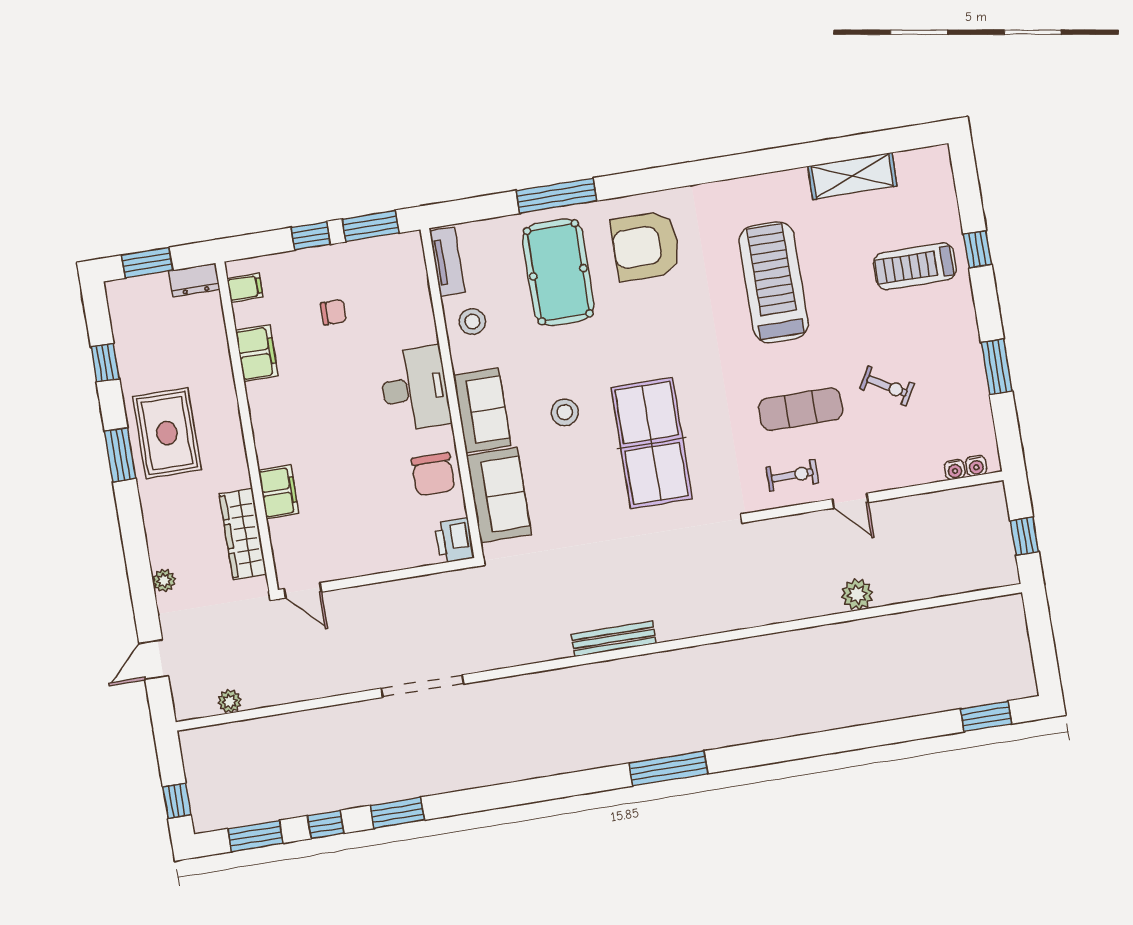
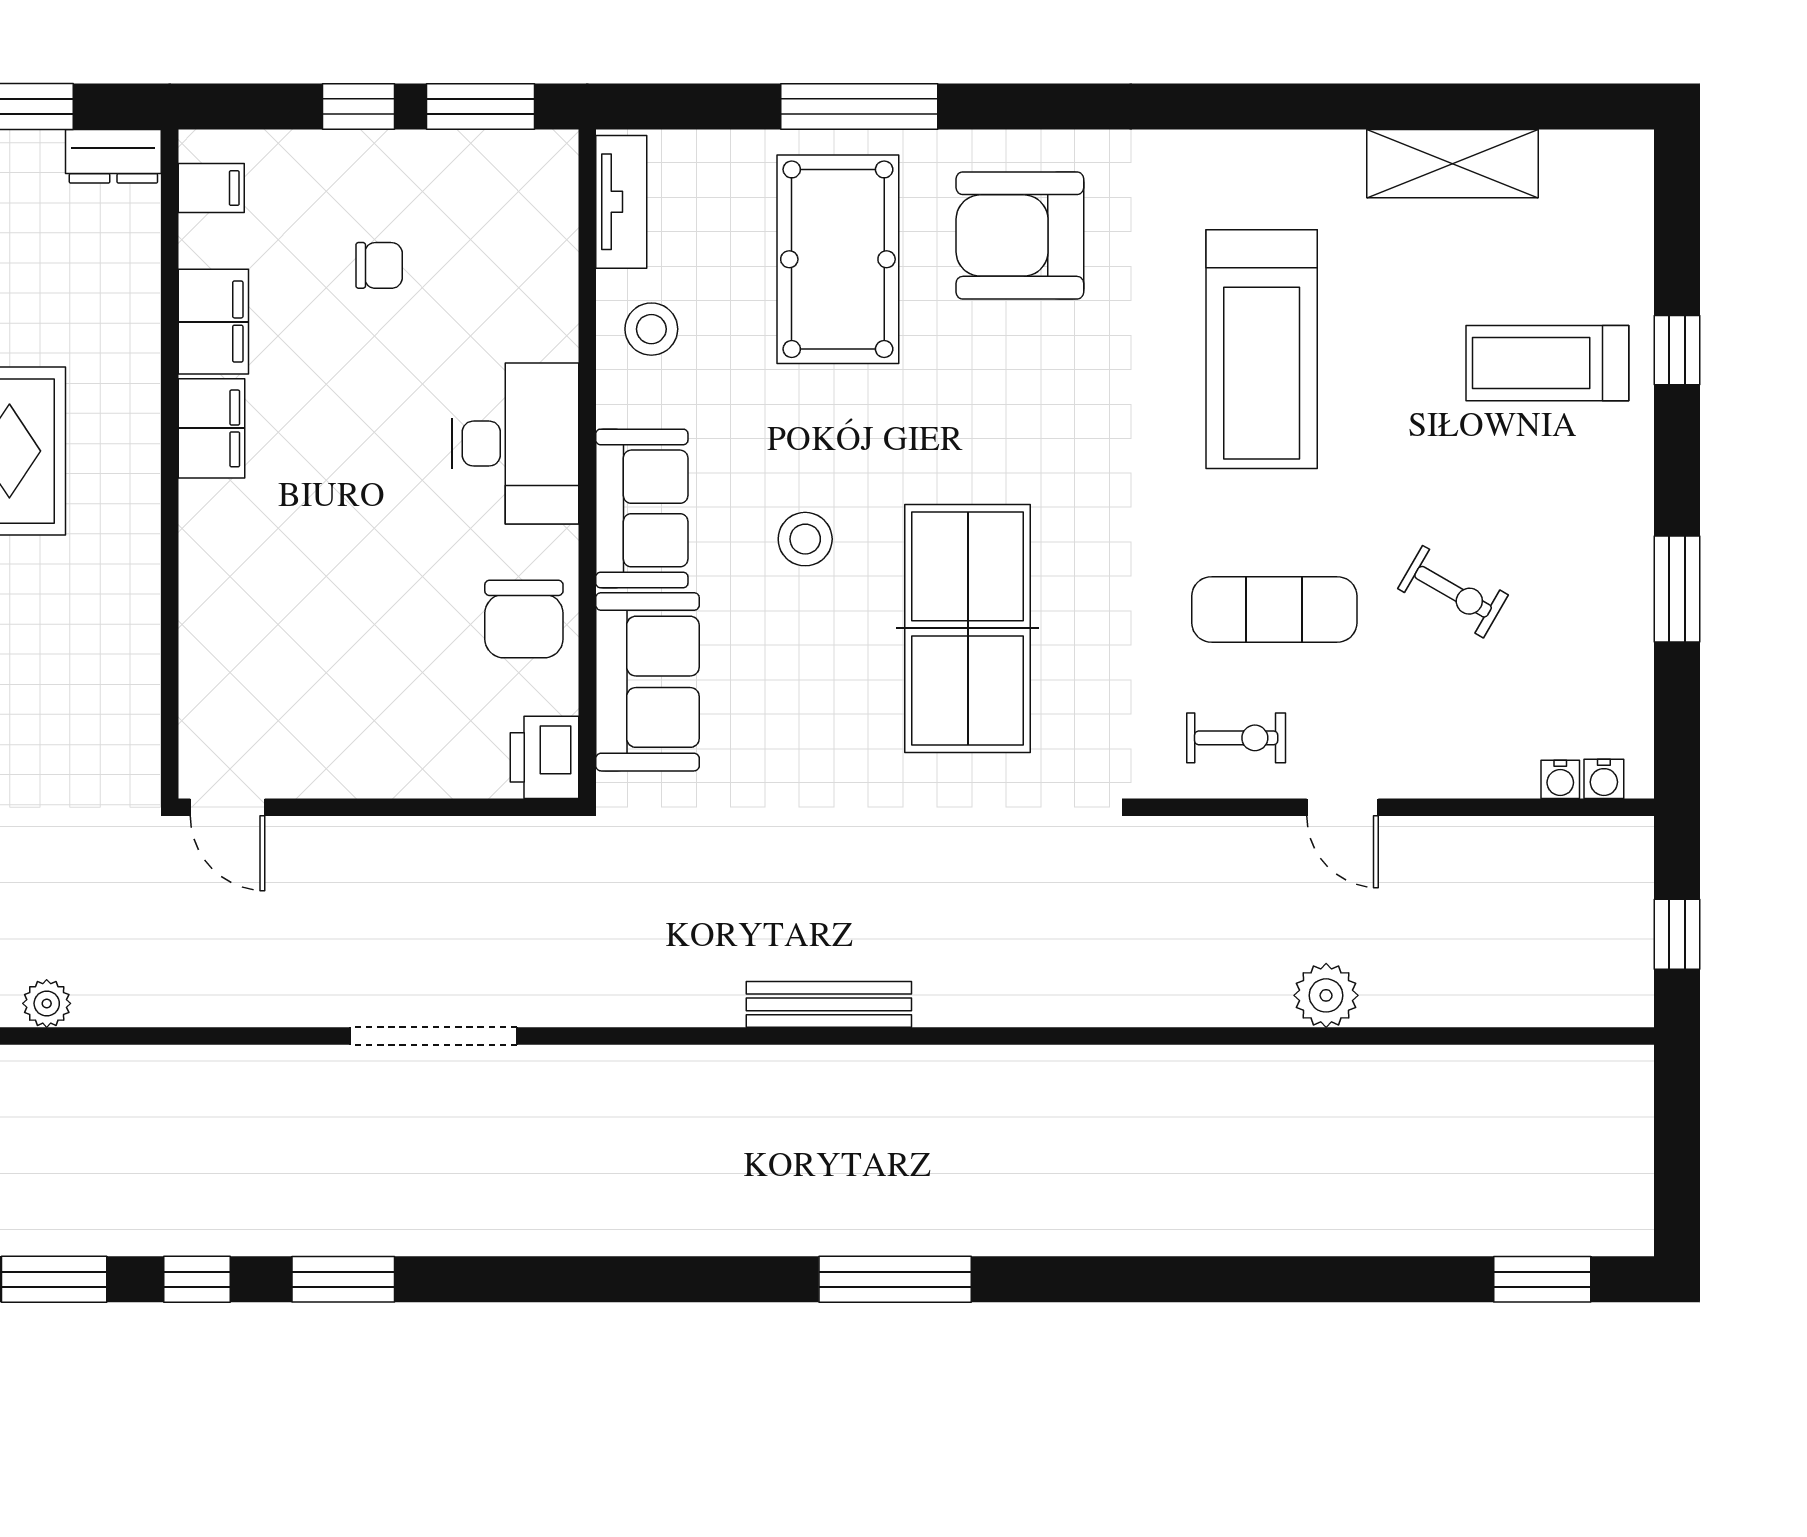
treadmill: (774, 282) -> (1262, 349), turned 180
filing cabinet: (278, 492) -> (212, 428), moved
wardrobe: (243, 534) -> (127, 676), removed

